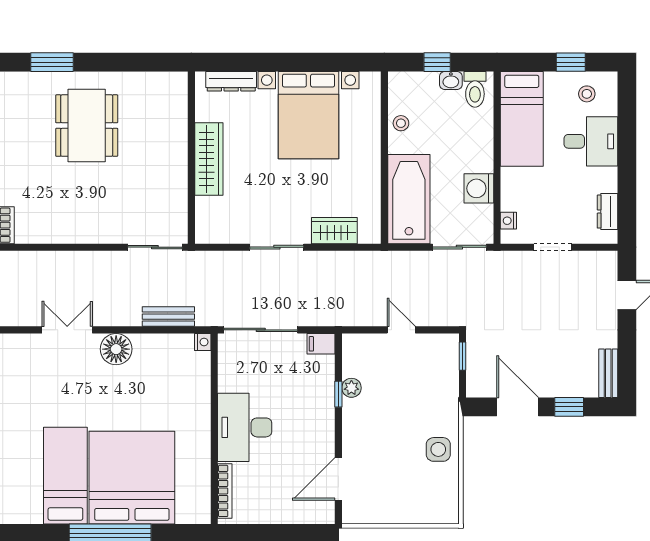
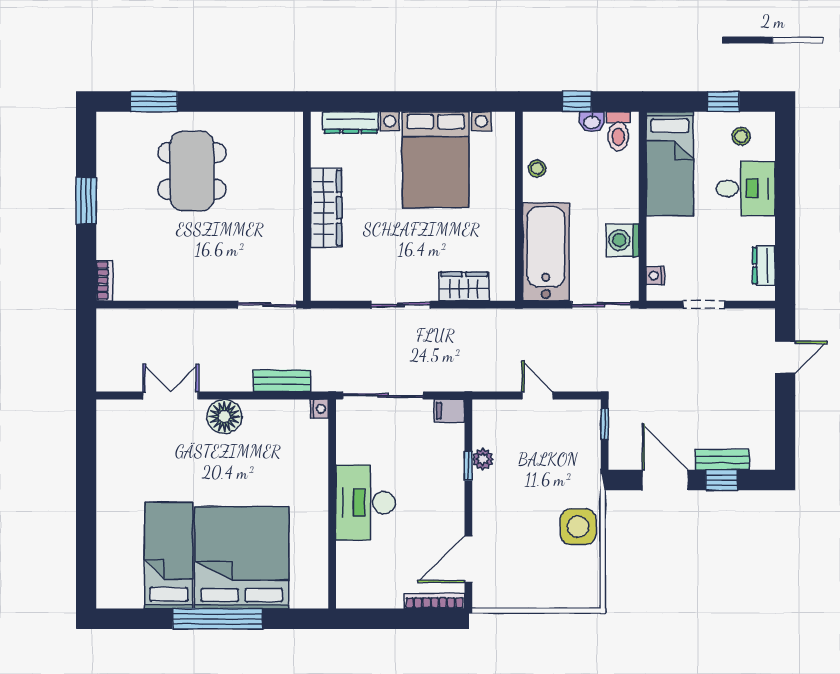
bench: (608, 373) -> (722, 460), moved, turned 90
side table: (438, 449) -> (578, 527), width x1.37, depth x1.37
bookcase: (225, 491) -> (435, 601), moved, turned -90

